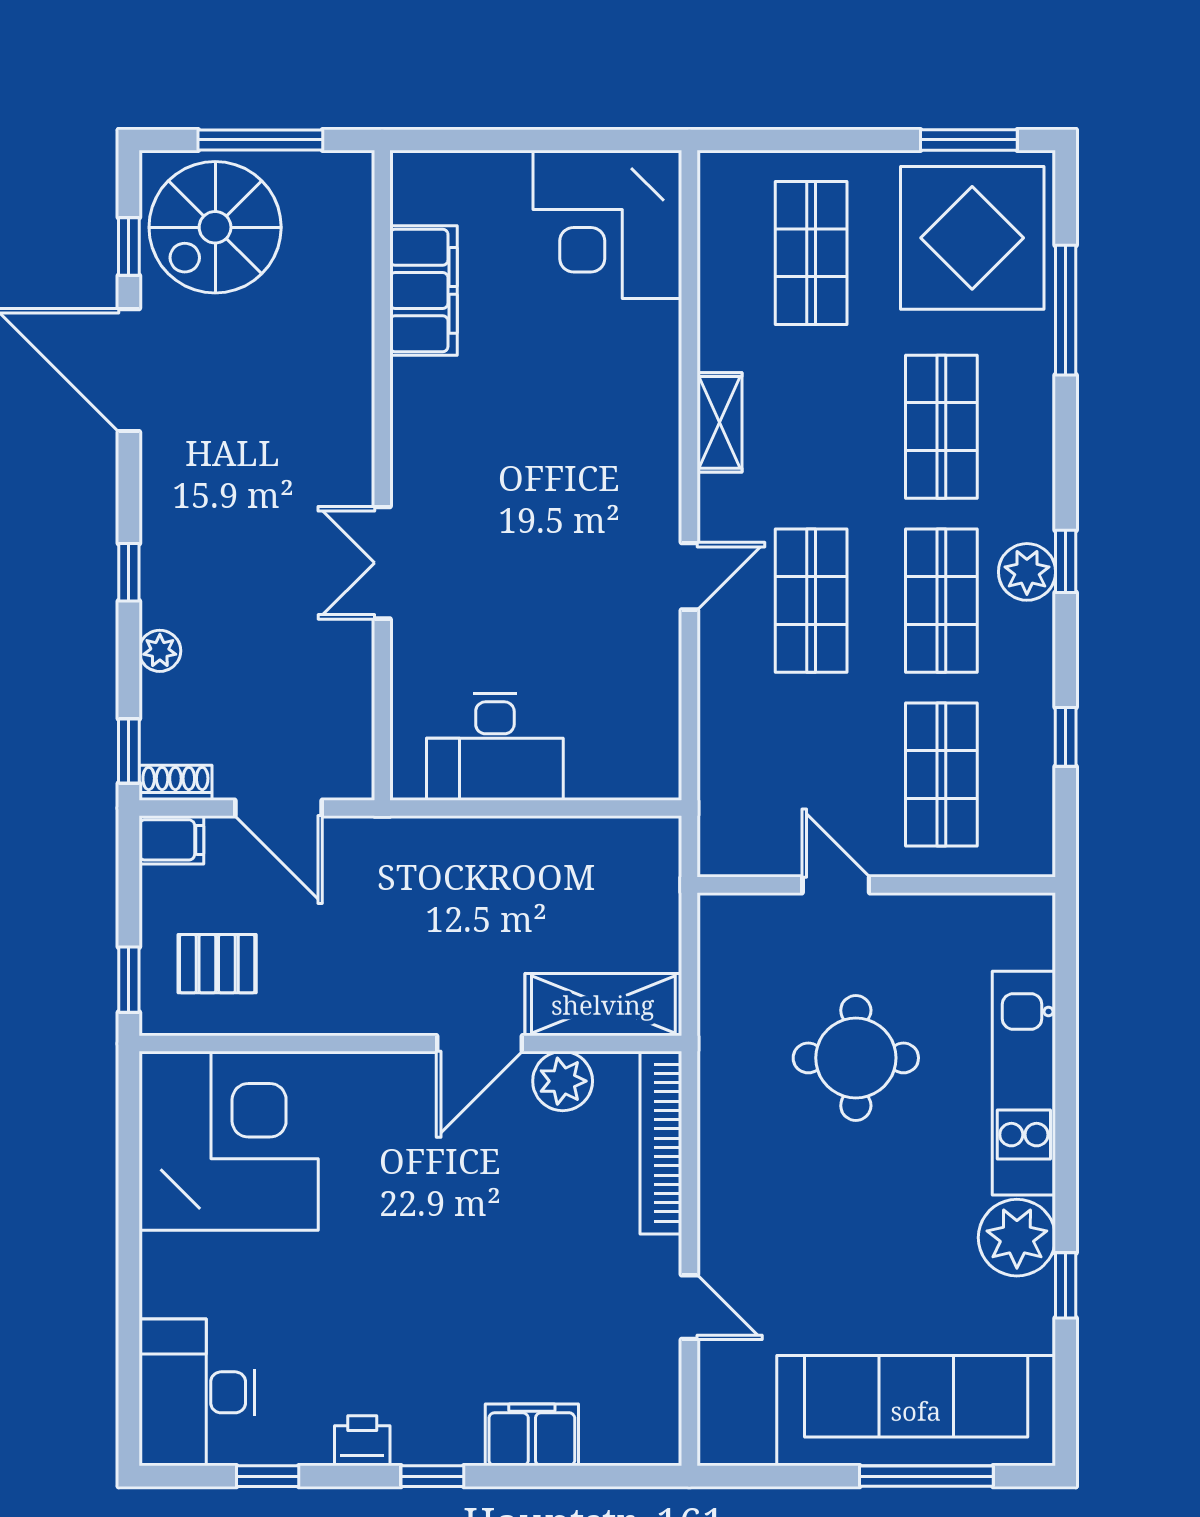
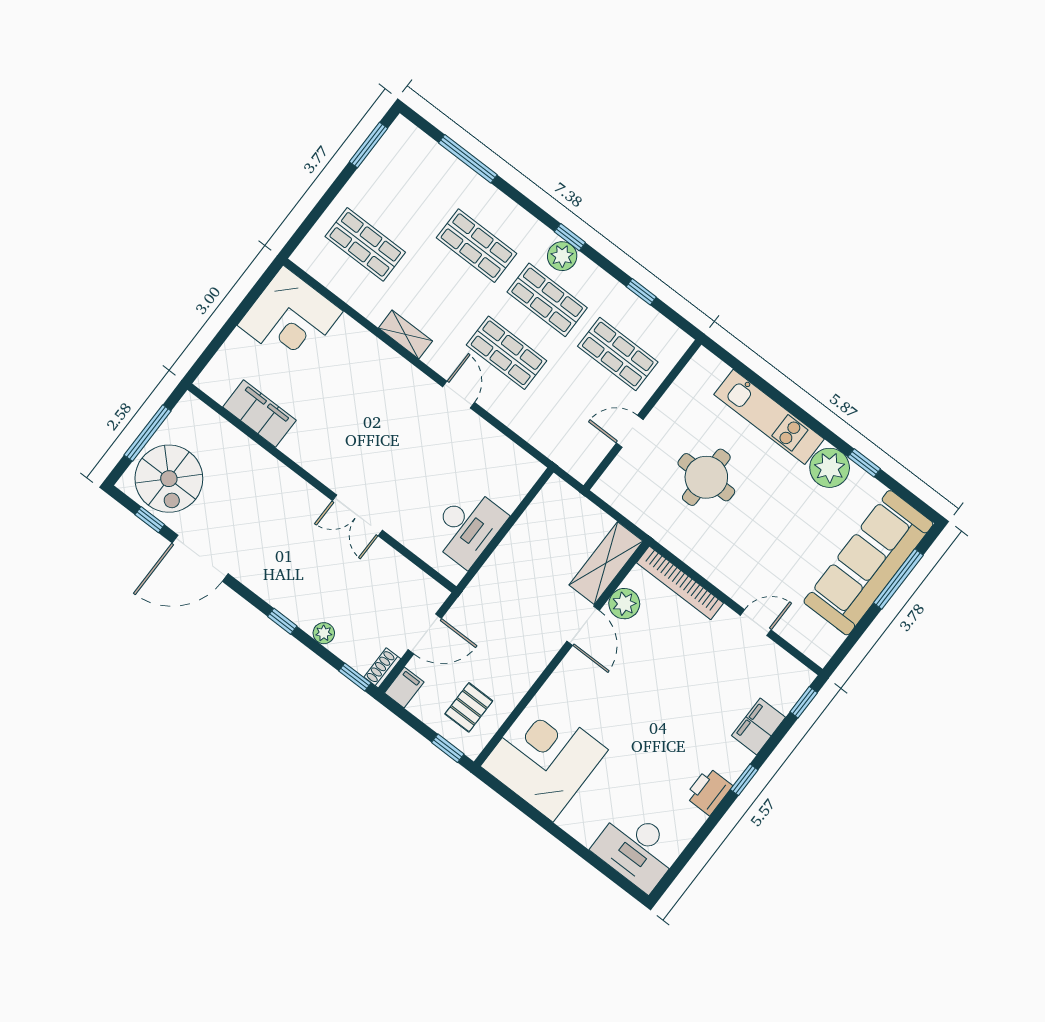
display table: (972, 238) -> (409, 174), removed
printer: (362, 1441) -> (709, 791), width x1.36, depth x1.24
window: (268, 1476) -> (804, 702), moved

